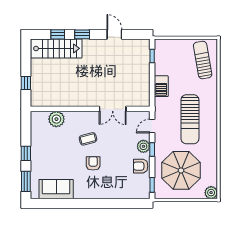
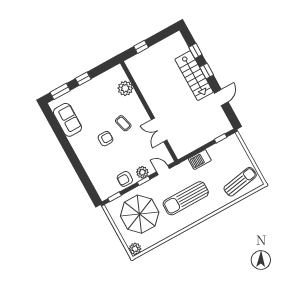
stairs: (56, 48) -> (194, 76), moved
armchair: (141, 166) -> (125, 179), turned -90

